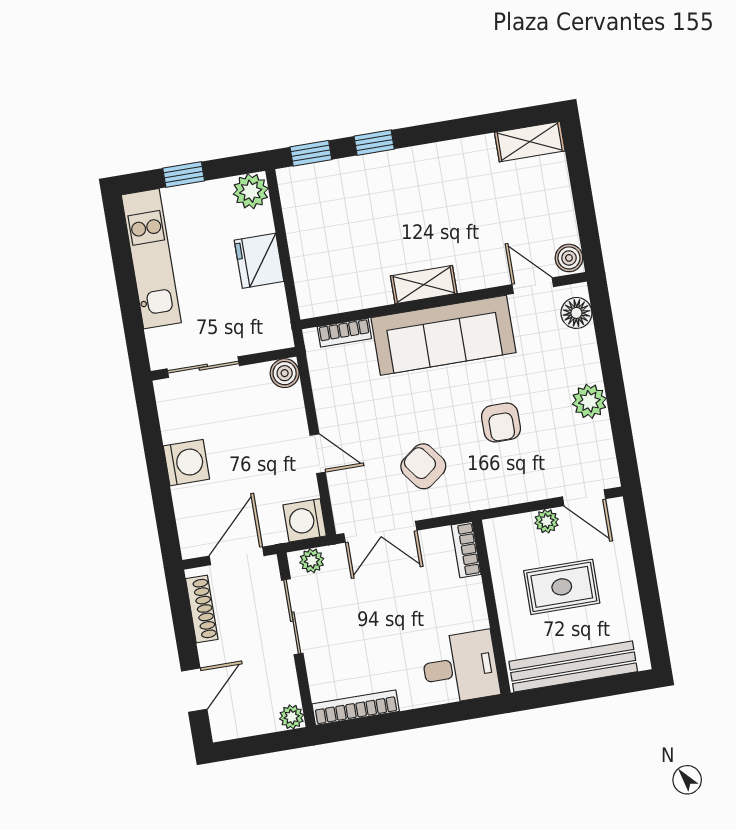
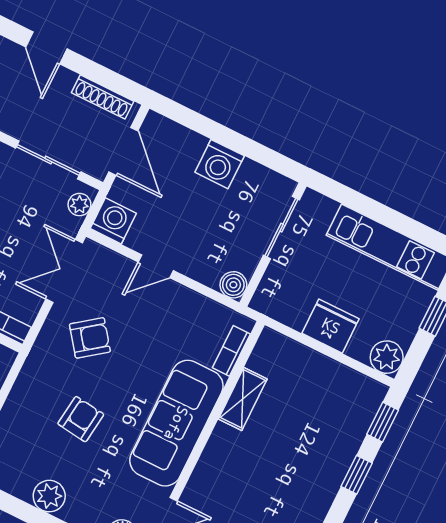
shelving: (424, 285) -> (243, 399), moved
armchair: (501, 423) -> (81, 419), turned 97

